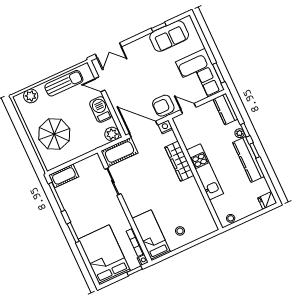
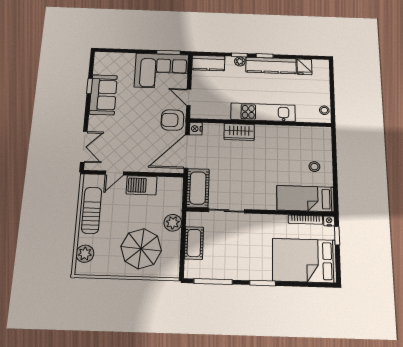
sofa: (169, 36) -> (103, 95), moved
armchair: (163, 106) -> (172, 120), turned 90
door: (188, 108) -> (189, 97), hinge flipped
plant: (112, 134) -> (173, 223), moved
wardrobe: (179, 161) -> (239, 132), width x0.67
cot: (64, 176) -> (194, 243), moved
fridge: (267, 200) -> (304, 67), moved

